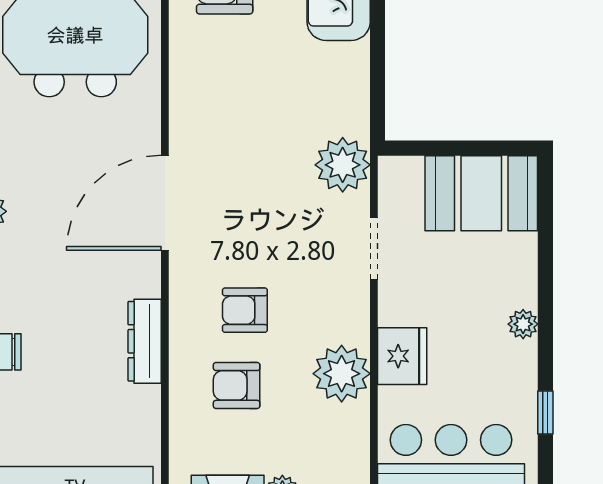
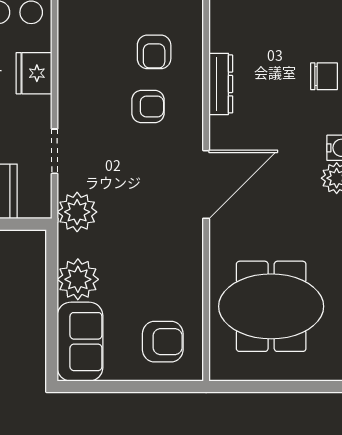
plant: (342, 374) -> (78, 279), moved
armchair: (237, 385) -> (154, 52), turned 90

